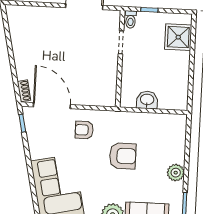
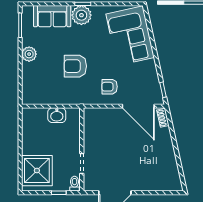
shower: (178, 37) -> (37, 171), width x1.37, depth x1.37
armchair: (84, 130) -> (110, 87), turned 180

